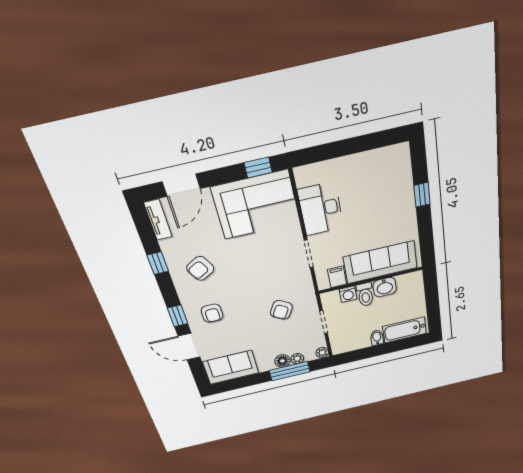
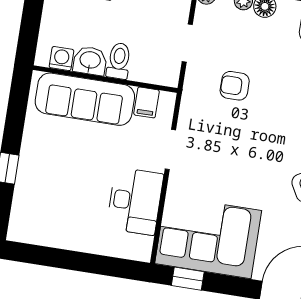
washing machine: (348, 294) -> (61, 59), moved
armchair: (281, 310) -> (235, 86), turned -120

